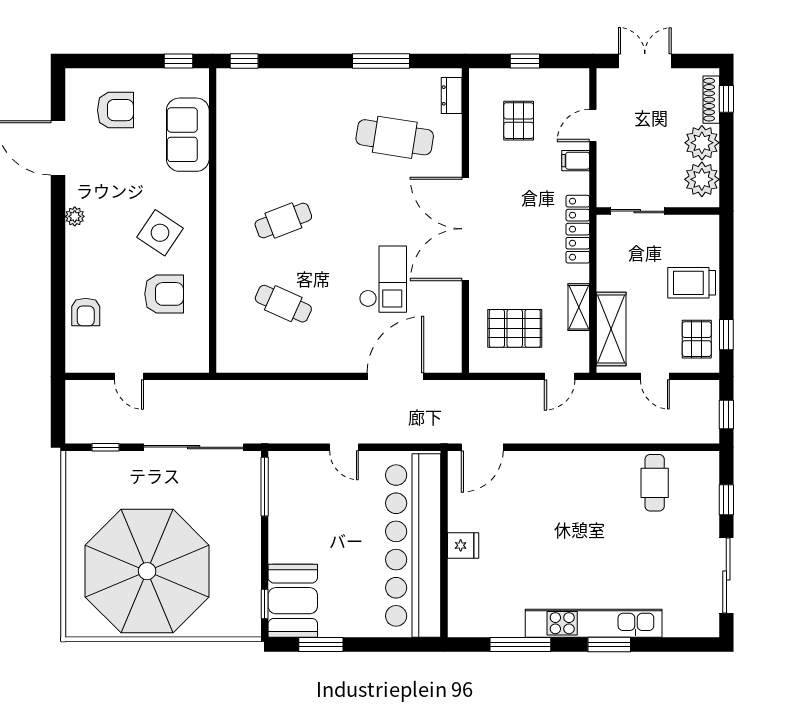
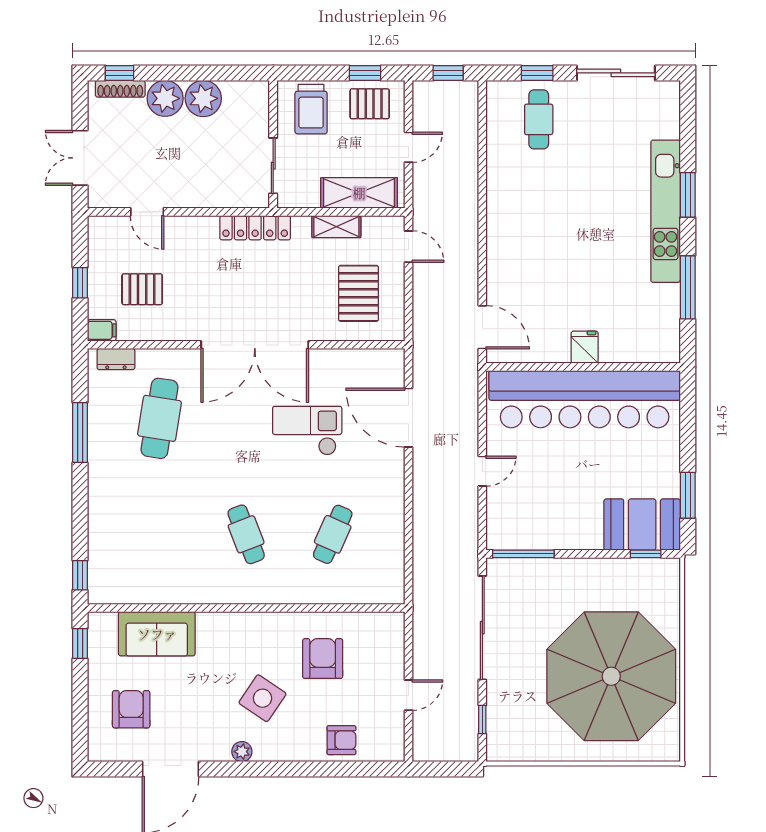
filing cabinet: (576, 161) -> (102, 330), moved, turned -90
sliding door: (637, 211) -> (273, 166), moved
wall: (658, 211) -> (273, 144), moved
side table: (160, 233) -> (262, 698), moved
cafe table: (655, 483) -> (539, 119), moved, turned 90

